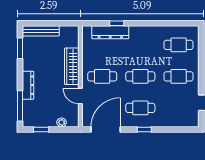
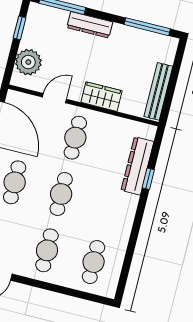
bench: (41, 31) -> (158, 91), moved
window: (20, 48) -> (147, 27), width x1.44
wardrobe: (72, 66) -> (101, 97), width x0.67
plant: (62, 122) -> (28, 62), width x1.88, depth x1.88

